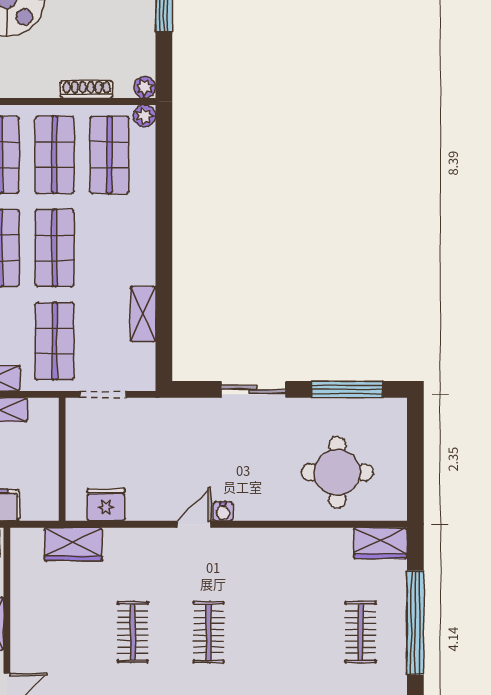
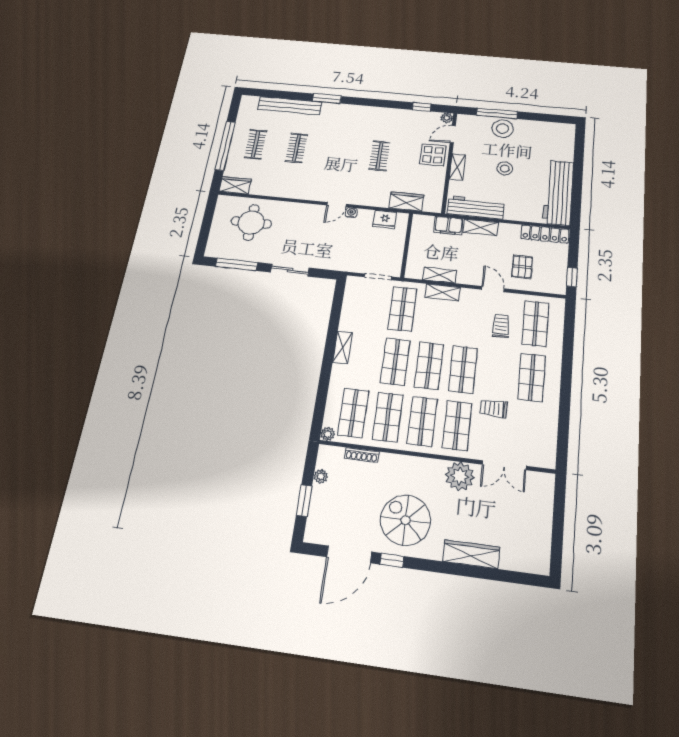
plant: (145, 87) -> (321, 476), moved
shelving: (143, 314) -> (343, 347), moved
water cooler: (223, 511) -> (351, 213), moved
clothes rail: (209, 632) -> (296, 148), moved
display table: (38, 644) -> (433, 155), added

